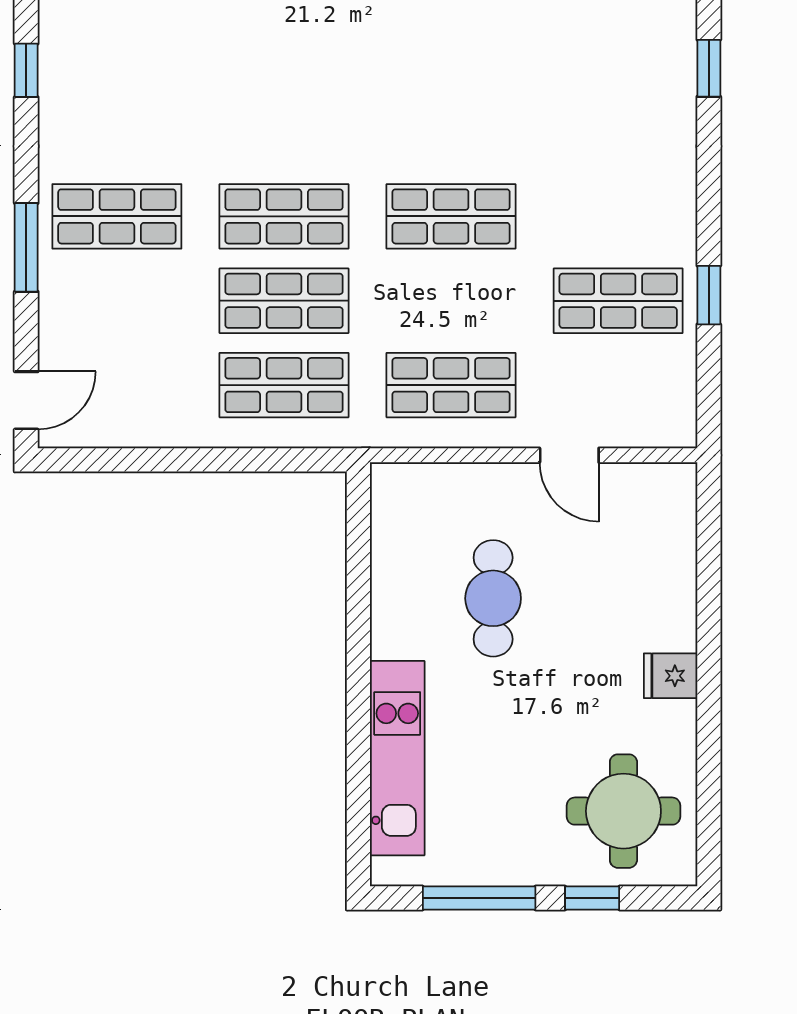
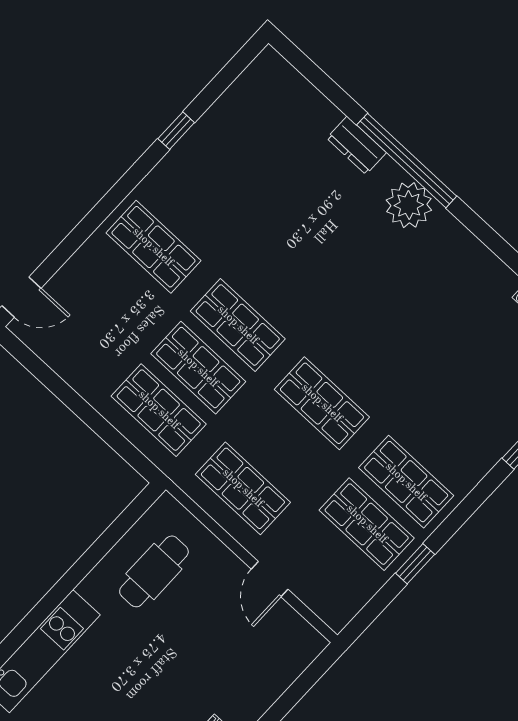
shop shelf: (618, 216) -> (406, 482), added
window: (26, 247) -> (93, 220), removed
cafe table: (493, 598) -> (154, 571), moved

